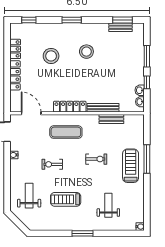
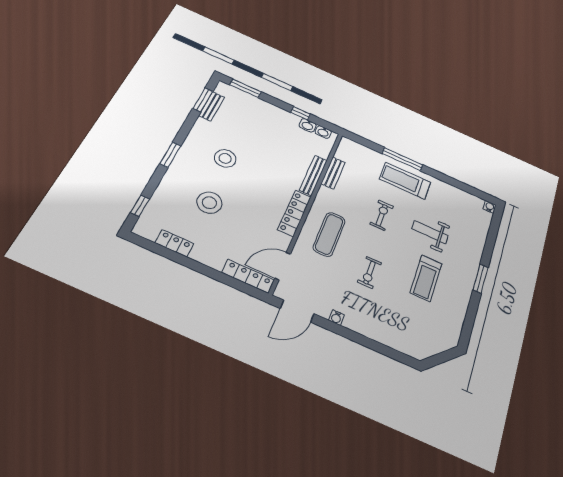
window: (147, 56) -> (245, 88), moved
locker: (15, 75) -> (248, 276), moved
weight bench: (29, 196) -> (405, 324), removed
weight bench: (108, 205) -> (430, 232), moved

